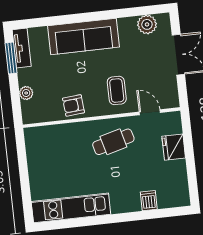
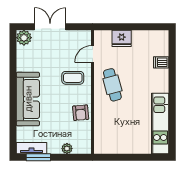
plant: (147, 24) -> (24, 38), moved

